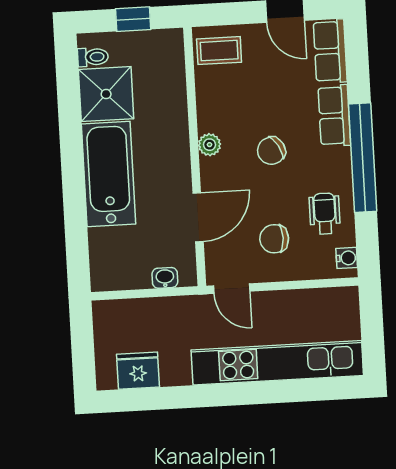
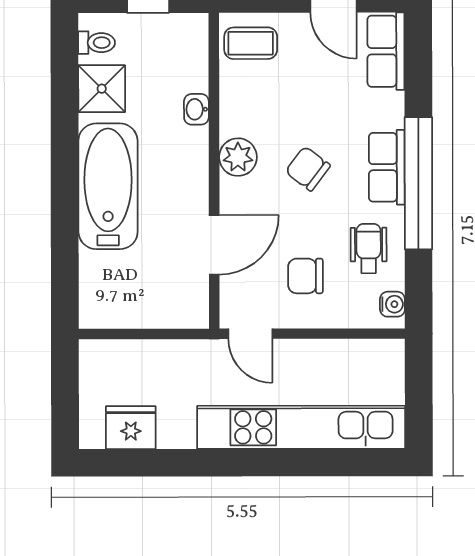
shower: (106, 94) -> (102, 89), width x0.73, depth x0.73
row of seats: (334, 116) -> (387, 167), moved
plant: (210, 145) -> (238, 157), width x1.38, depth x1.38
chair: (271, 151) -> (308, 169), turned 67
washbasin: (165, 278) -> (196, 109), moved, turned -90

